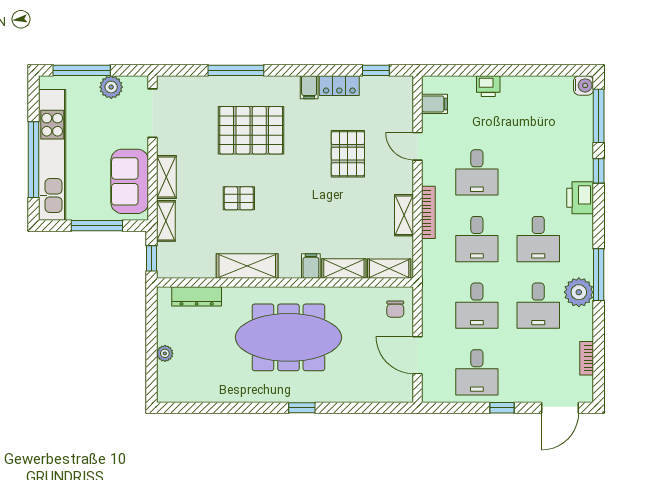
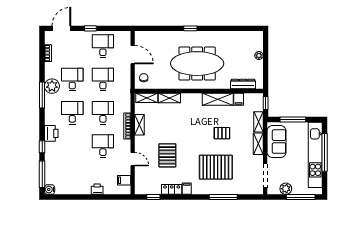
filing cabinet: (311, 266) -> (239, 99), moved

